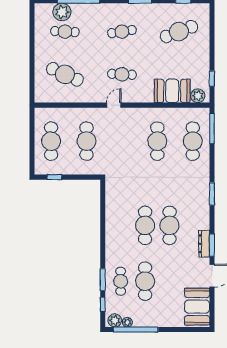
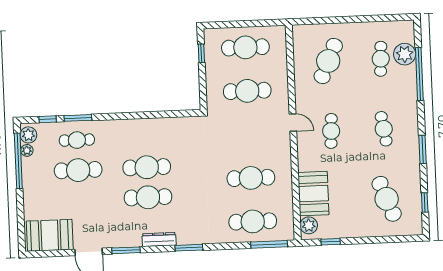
dresser: (204, 244) -> (159, 239), moved

